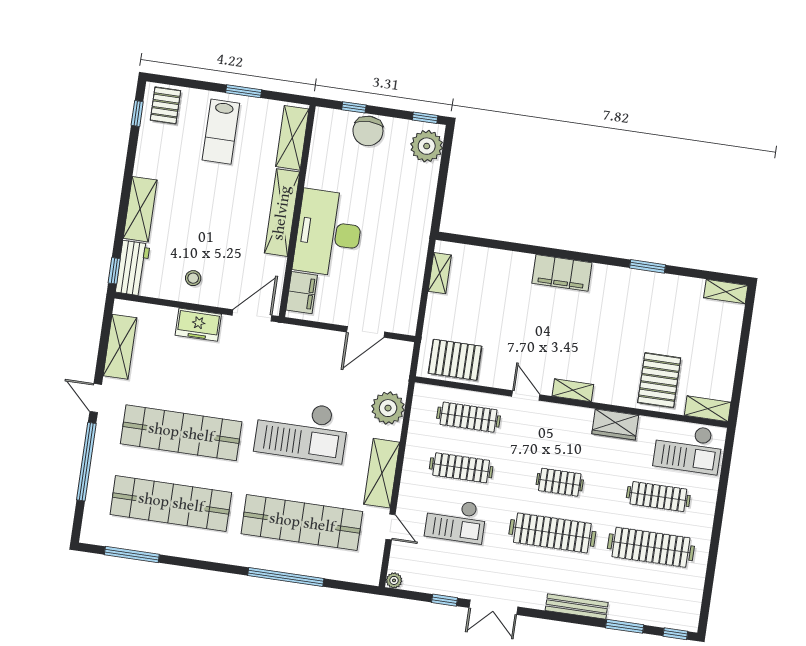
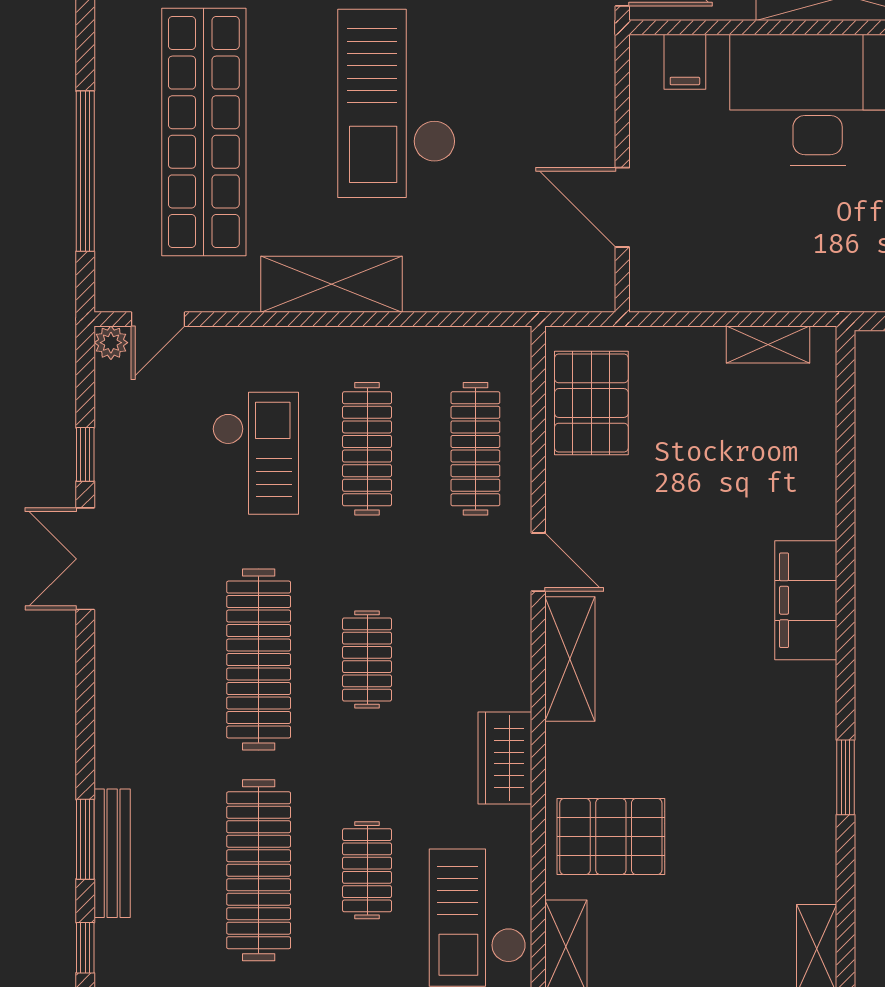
filing cabinet: (302, 293) -> (685, 62), width x0.50
shelving: (573, 390) -> (570, 659), width x1.50, depth x1.33
door: (526, 395) -> (538, 562), hinge flipped
plant: (388, 408) -> (470, 278), removed
clothes rail: (658, 497) -> (367, 870), width x0.73
checkout: (456, 520) -> (256, 453), turned 180
door: (391, 527) -> (158, 319), moved
window: (286, 577) -> (85, 171), moved
bench: (577, 606) -> (112, 853), moved

